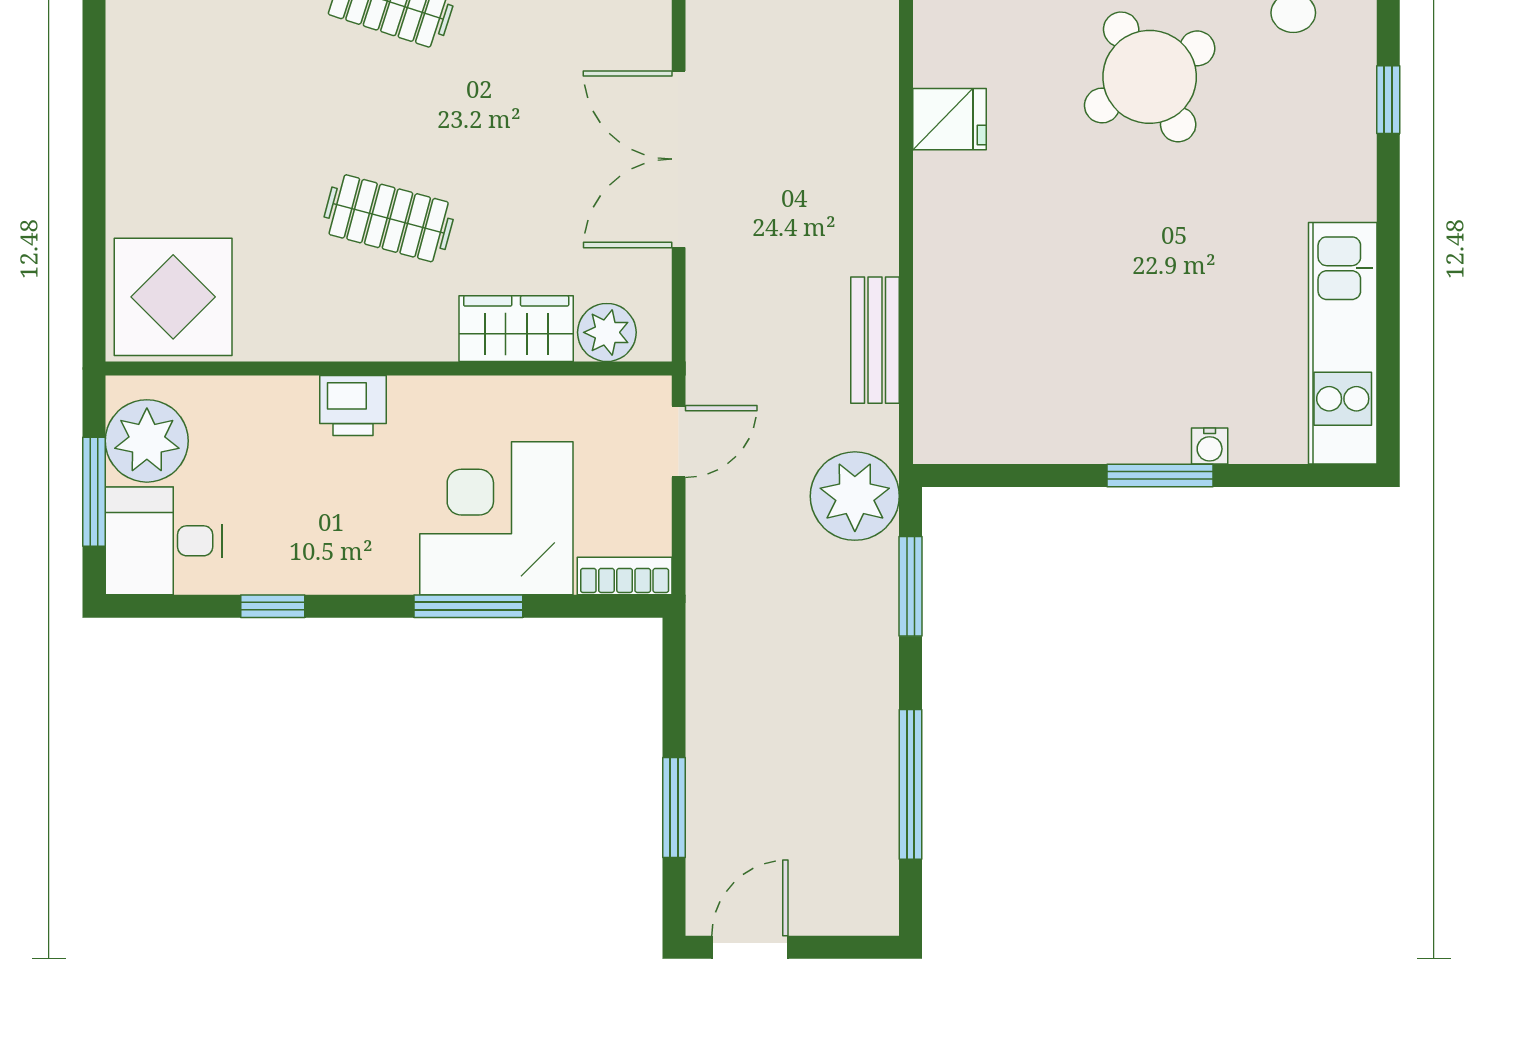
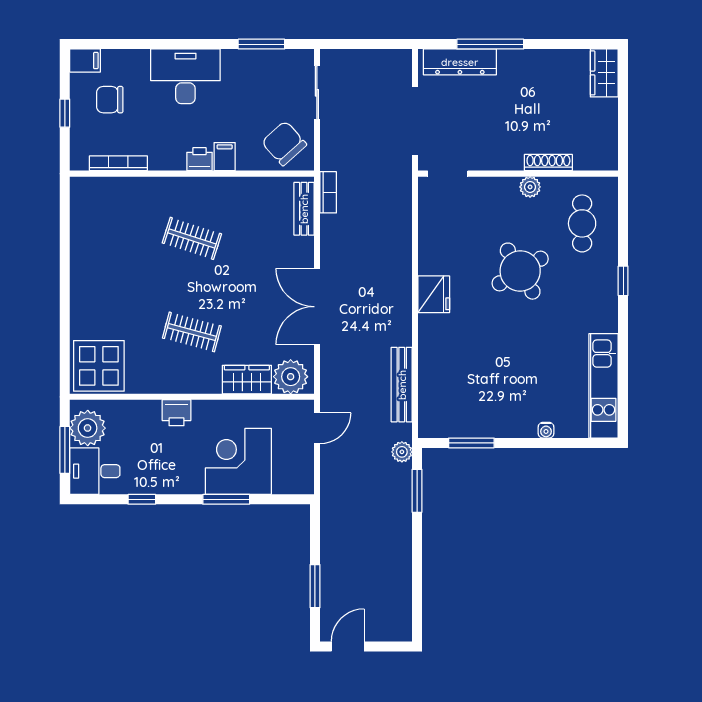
fridge: (949, 119) -> (434, 294), width x1.38
plant: (607, 332) -> (291, 377), width x1.36, depth x1.36
bench: (875, 340) -> (402, 385), width x1.36
window: (1160, 475) -> (471, 443), moved
plant: (855, 496) -> (402, 452), width x0.53, depth x0.53
bookcase: (625, 576) -> (294, 486), removed
window: (911, 784) -> (417, 576), removed

